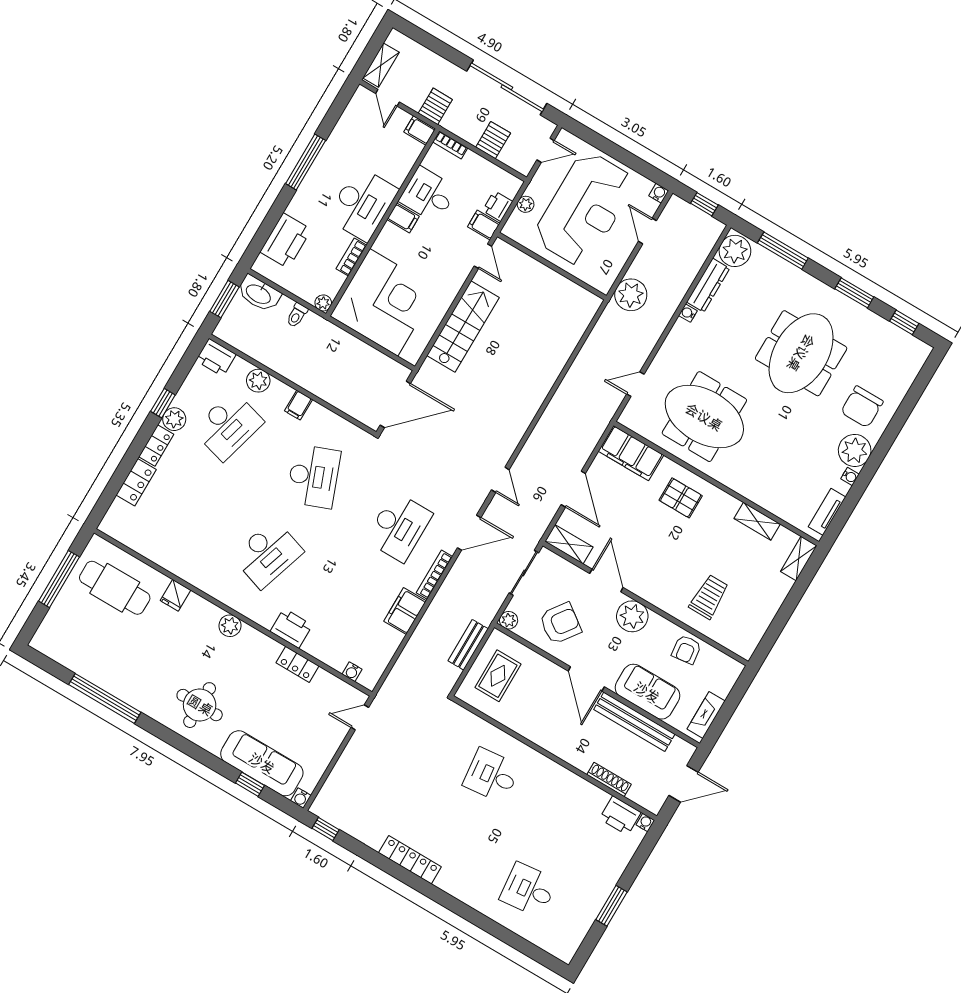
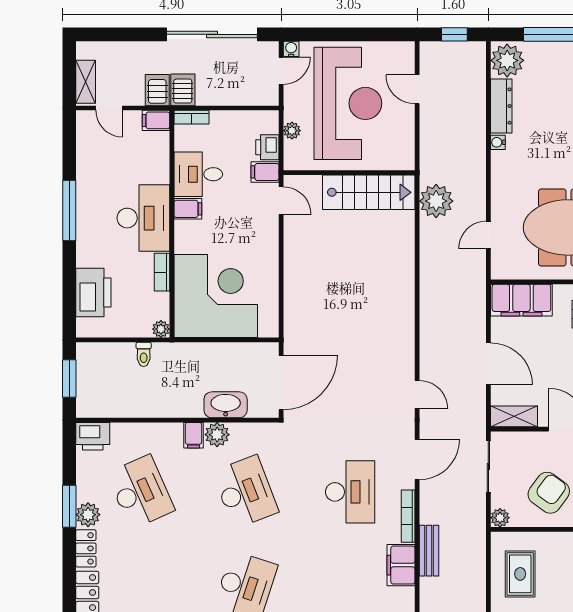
server rack: (493, 140) -> (183, 90), moved
water cooler: (659, 193) -> (291, 49), moved
washbasin: (259, 294) -> (226, 405), moved, turned 180
plant: (631, 295) -> (436, 201), moved
stairs: (463, 327) -> (369, 192), moved, turned 90
plant: (258, 381) -> (217, 435), moved
window: (163, 403) -> (69, 506), width x1.50
desk: (228, 426) -> (141, 492), turned -39
bench: (468, 645) -> (429, 551), moved

